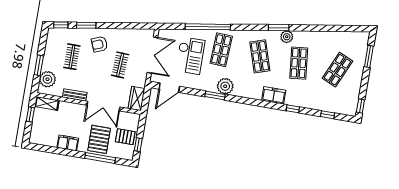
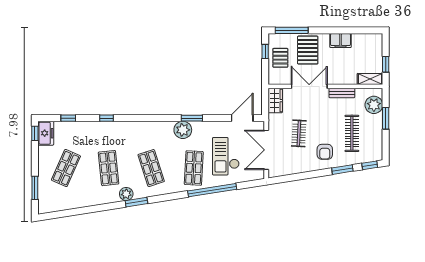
armchair: (99, 44) -> (325, 152), turned 112
clothes rail: (72, 57) -> (352, 133), width x1.36
freezer: (274, 95) -> (46, 133), moved, turned -90
pallet: (125, 137) -> (280, 58), turned 90
window: (100, 158) -> (292, 30), moved

